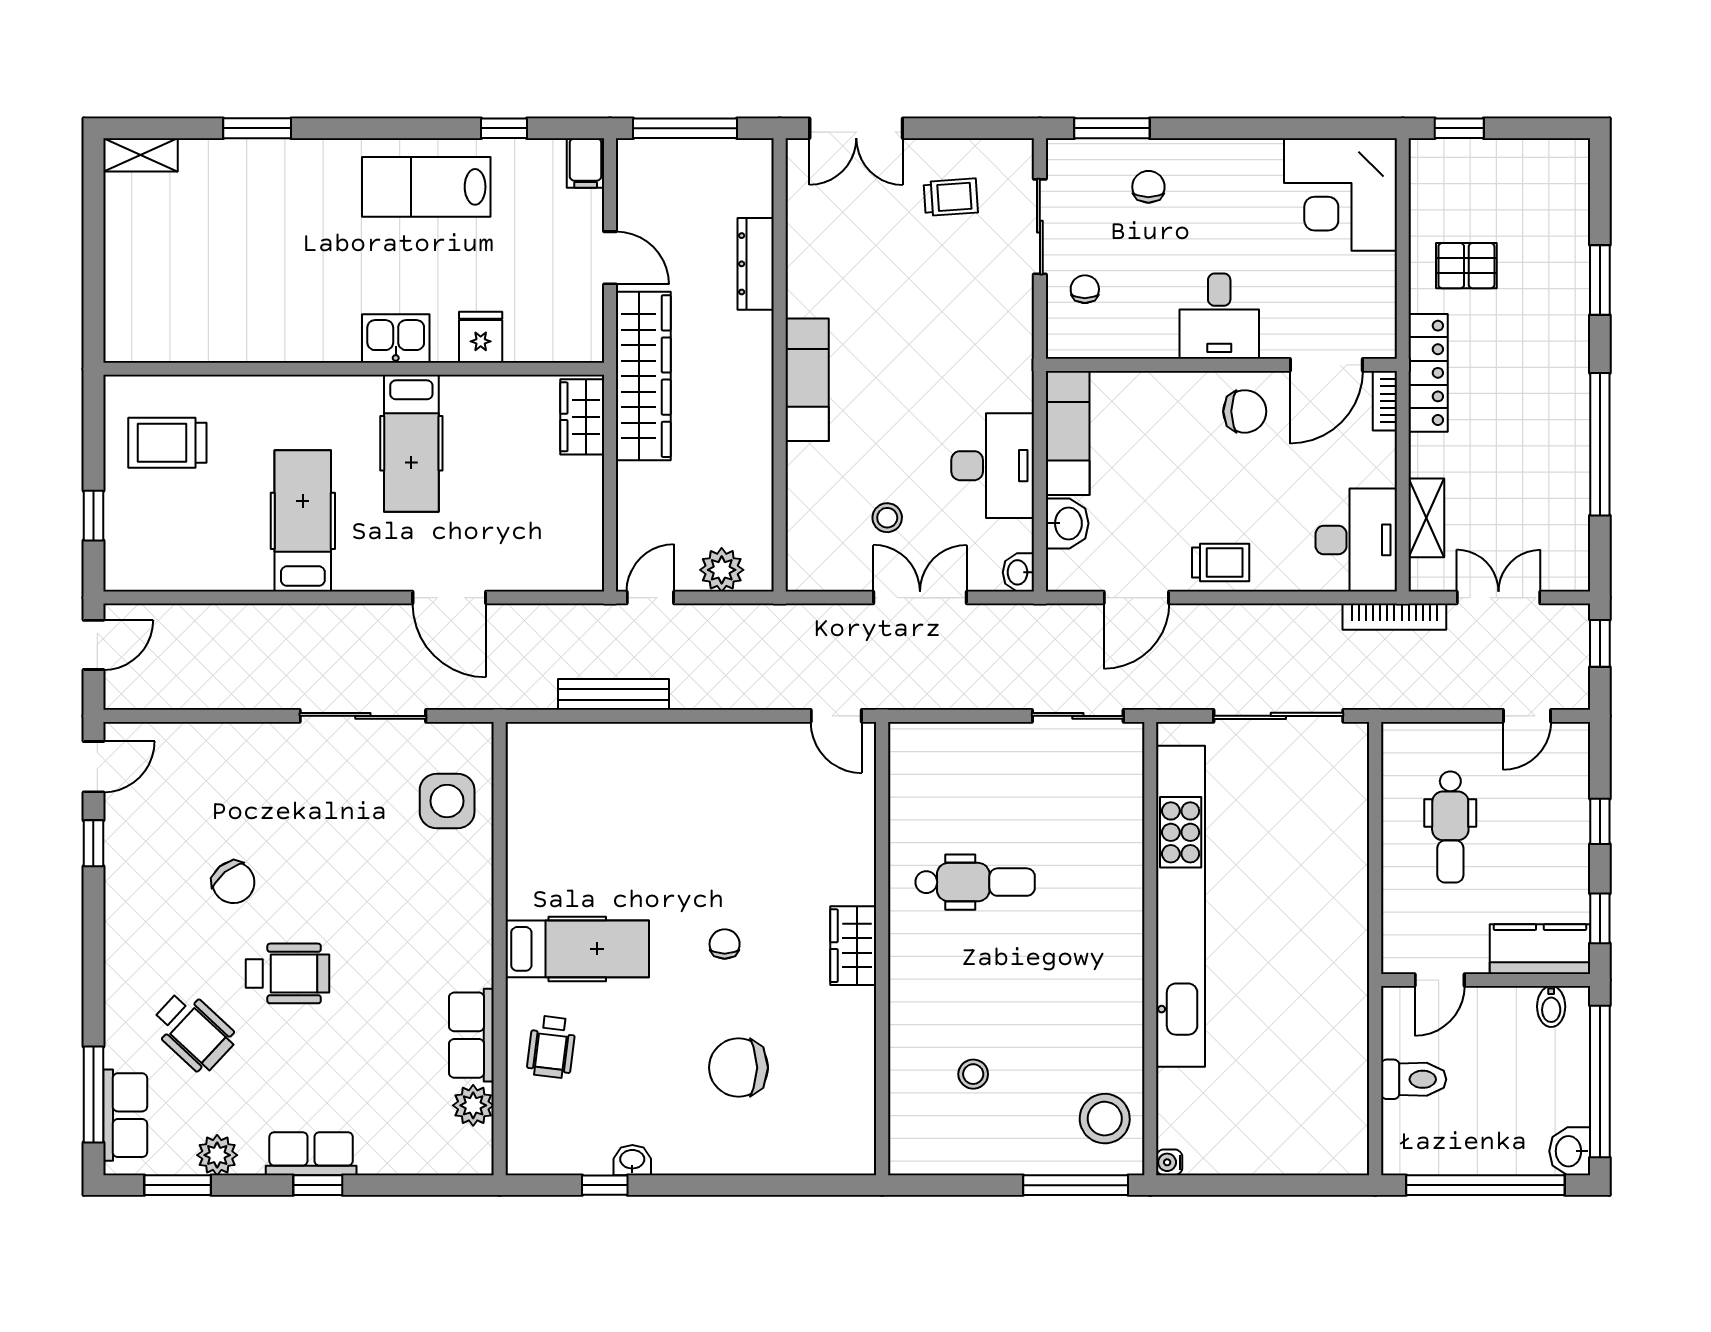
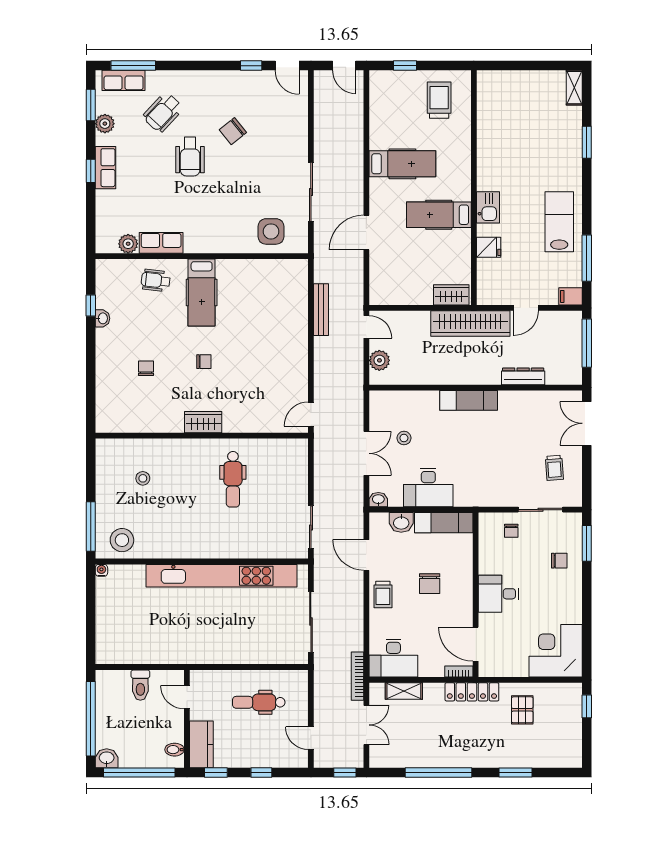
window: (504, 128) -> (587, 258), width x2.17
chair: (1085, 289) -> (511, 531), turned 90
chair: (1245, 411) -> (430, 584), moved
chair: (739, 1068) -> (146, 368), width x0.54, depth x0.54

